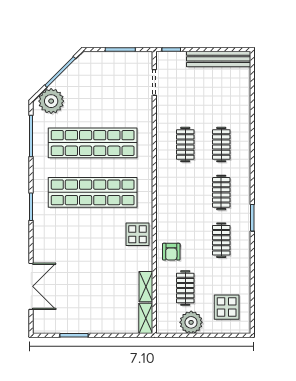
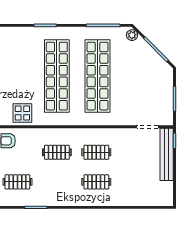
bench: (219, 59) -> (167, 154), moved
plant: (51, 101) -> (132, 35), width x0.53, depth x0.53
clothes rail: (221, 192) -> (57, 152), moved

